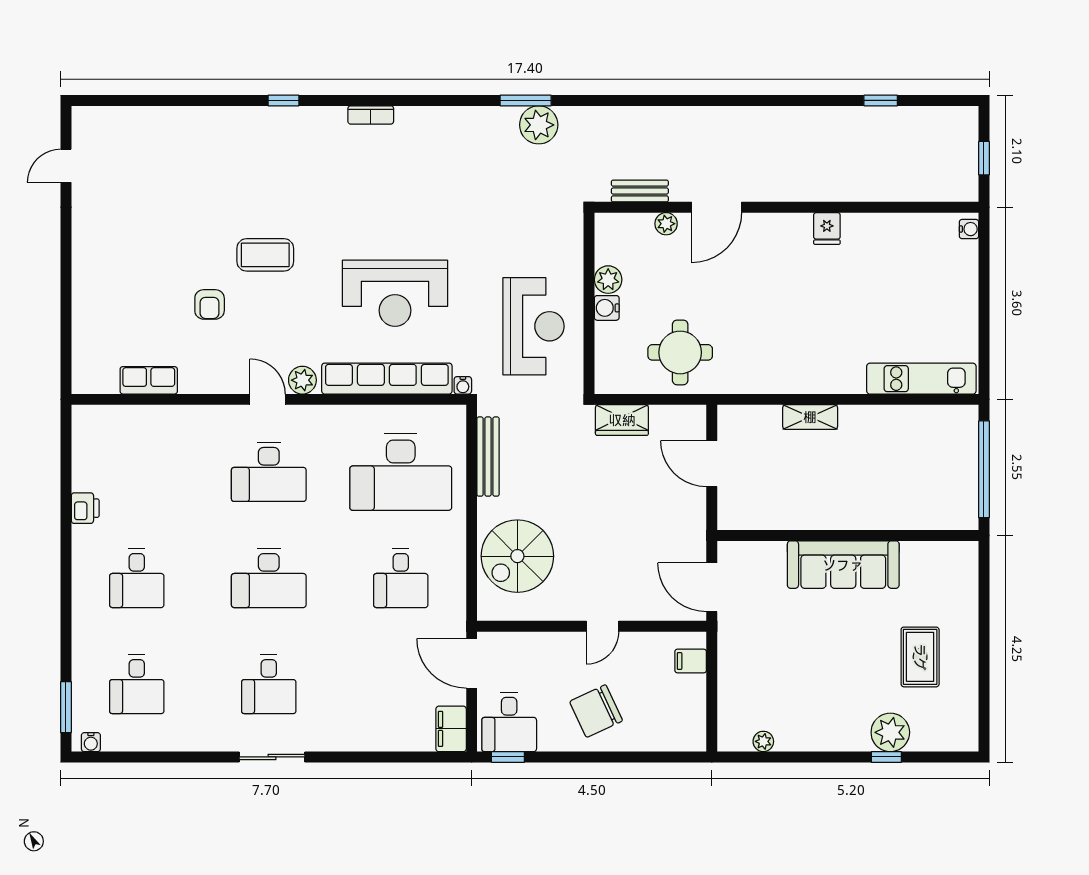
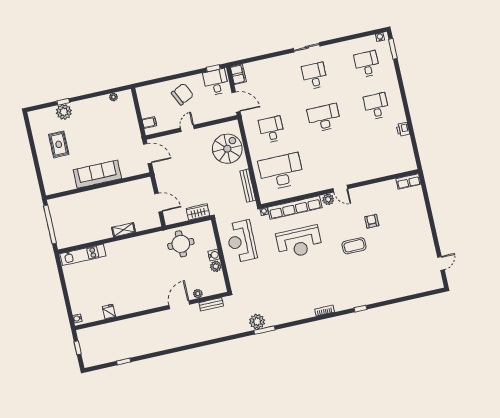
fridge: (827, 228) -> (109, 312), moved
reception desk: (395, 293) -> (299, 242), turned 180
row of seats: (149, 380) -> (408, 181), moved
desk: (269, 472) -> (333, 160), removed

